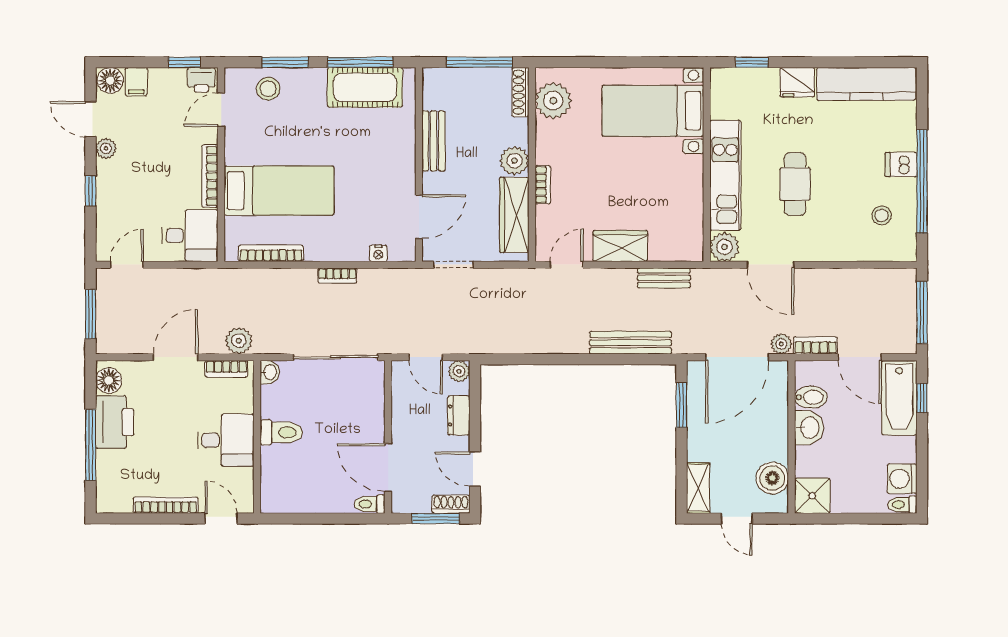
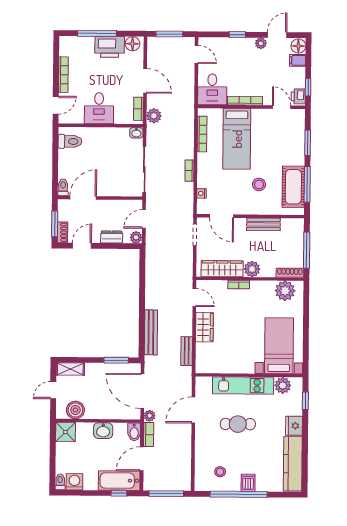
stool: (268, 89) -> (259, 184), moved
plant: (724, 247) -> (283, 385), moved
bidet: (811, 397) -> (134, 432), moved
toilet: (281, 432) -> (70, 141), moved, turned -90

